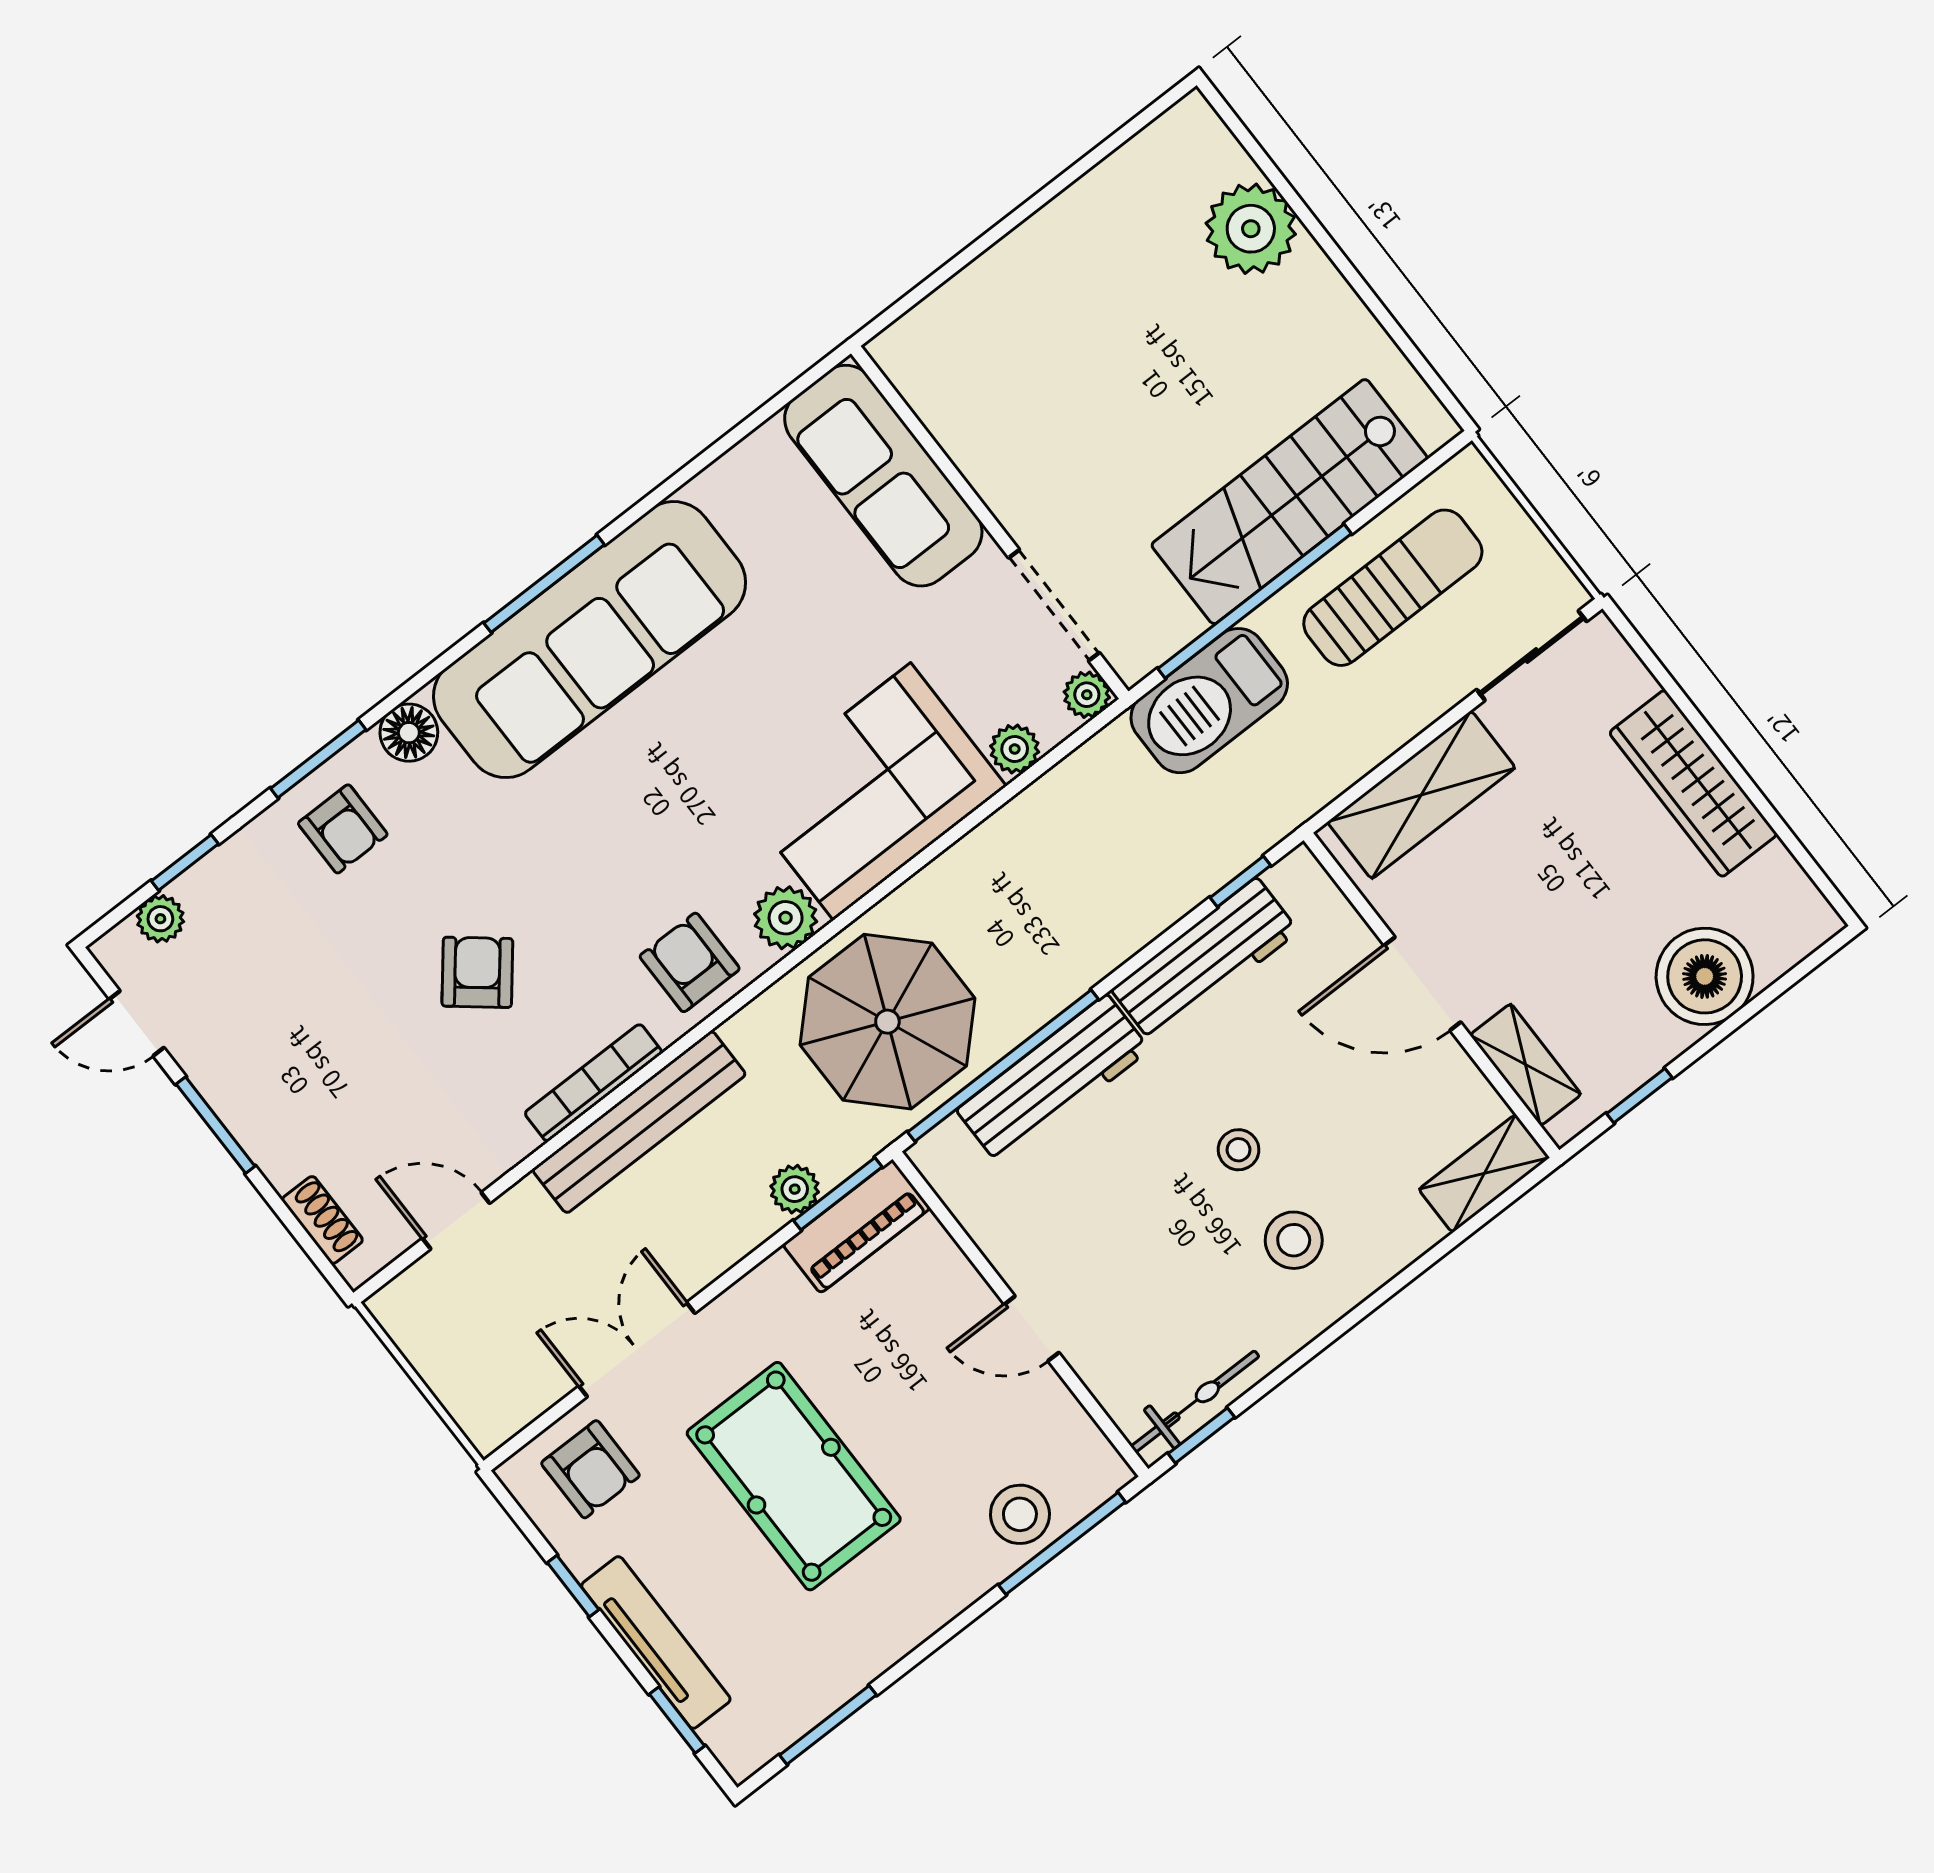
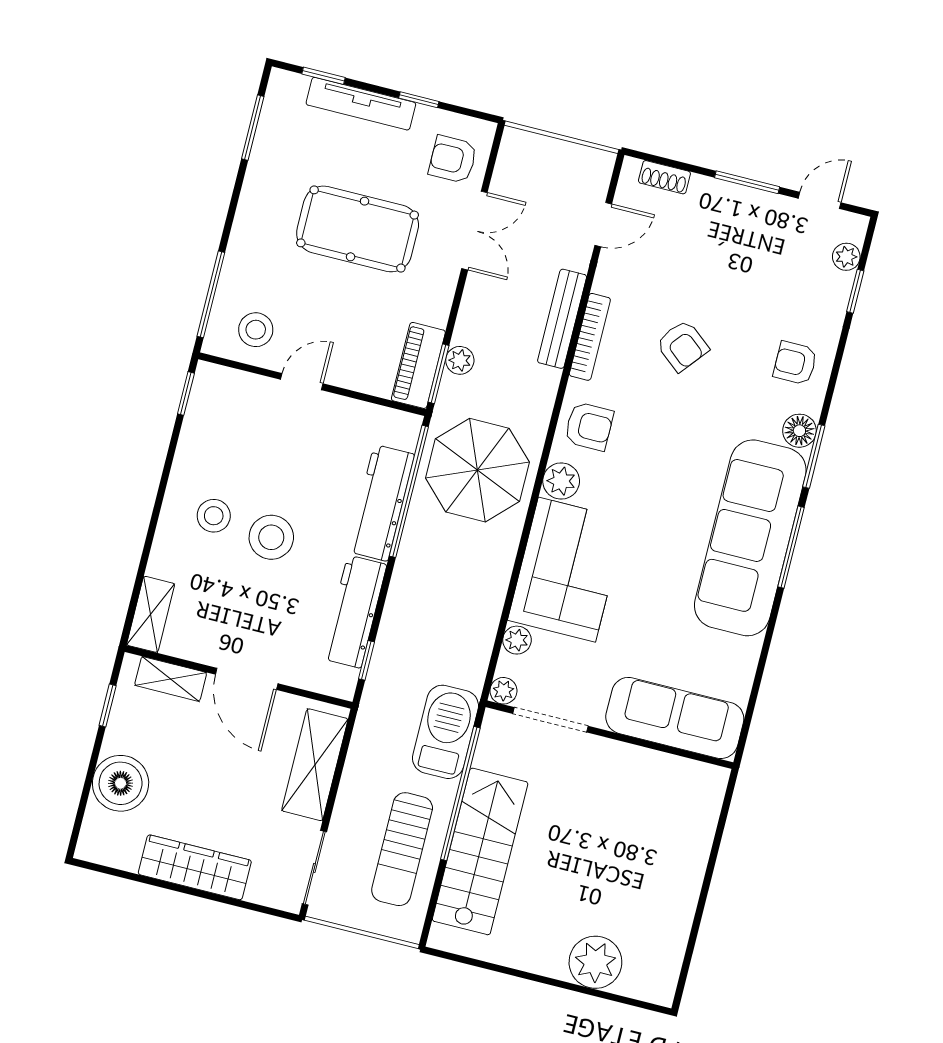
window: (318, 759) -> (814, 456), moved
door: (1422, 984) -> (247, 679), swing flipped
bench: (639, 1122) -> (562, 319), width x0.73, depth x0.82
stool: (1239, 1150) -> (271, 537), width x1.89, depth x1.89
bicycle: (1195, 1401) -> (201, 407), removed
stool: (1020, 1514) -> (256, 330), moved

